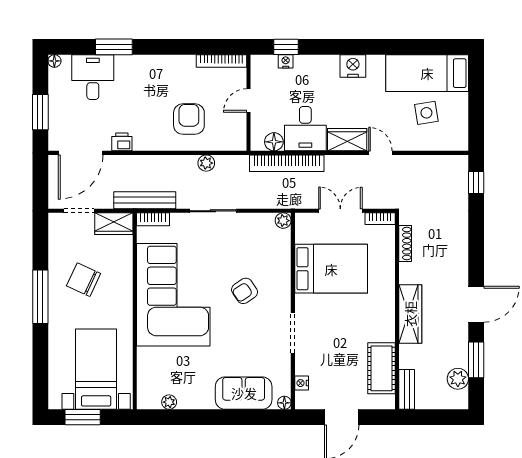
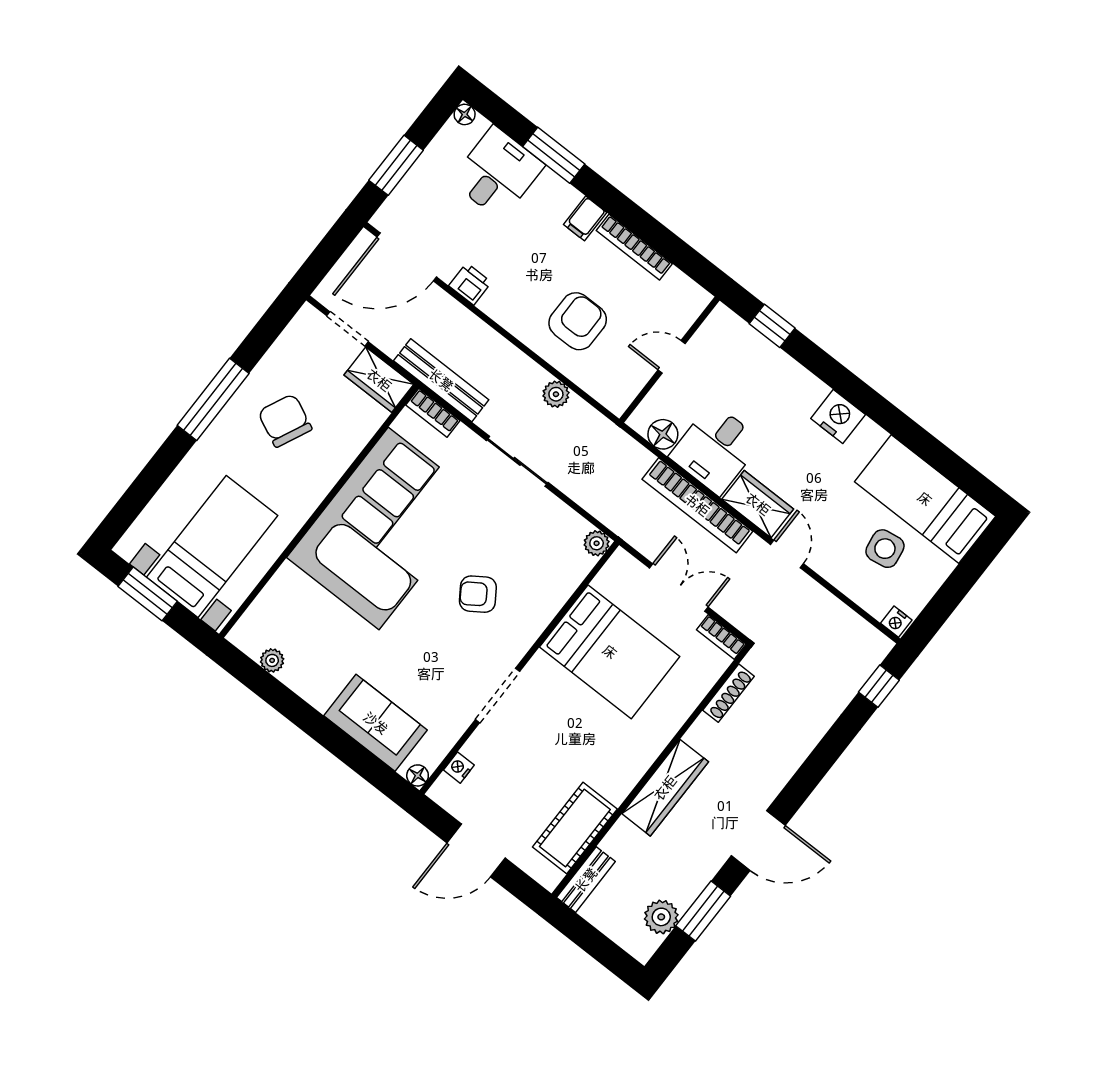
bookcase: (222, 61) -> (634, 247), moved
nightstand: (286, 61) -> (896, 622), moved, turned 180
filing cabinet: (153, 66) -> (585, 218), added
bookcase: (287, 163) -> (697, 505), moved

